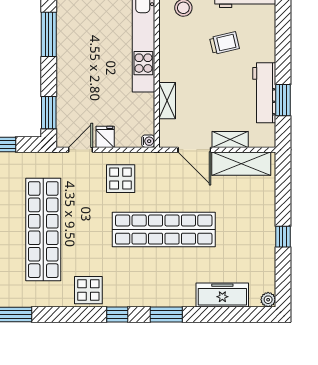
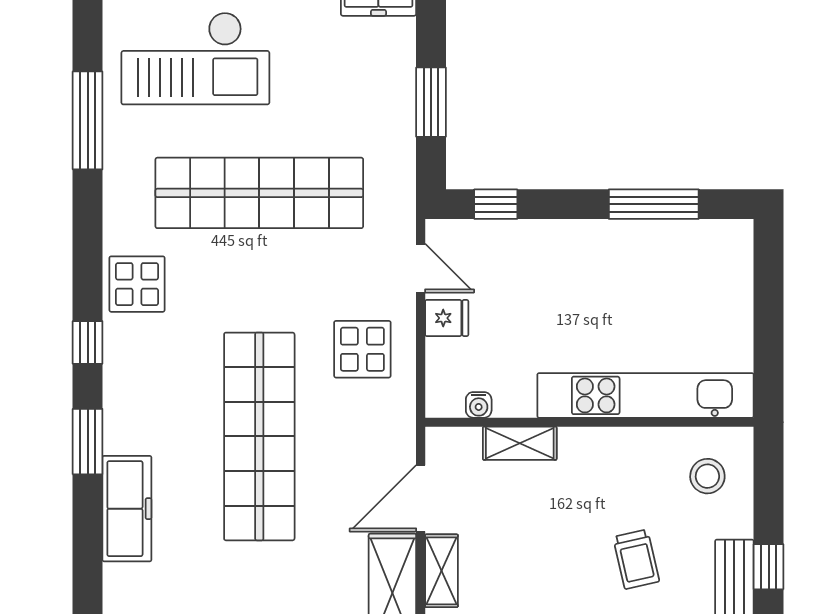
window: (49, 113) -> (496, 204), width x0.67
water cooler: (148, 141) -> (479, 405), moved
freezer: (222, 295) -> (127, 509), moved

